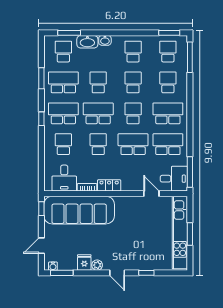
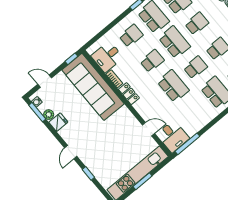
school desk: (168, 144) -> (194, 111), removed
door: (151, 194) -> (149, 129), hinge flipped
plant: (97, 265) -> (49, 115), moved

